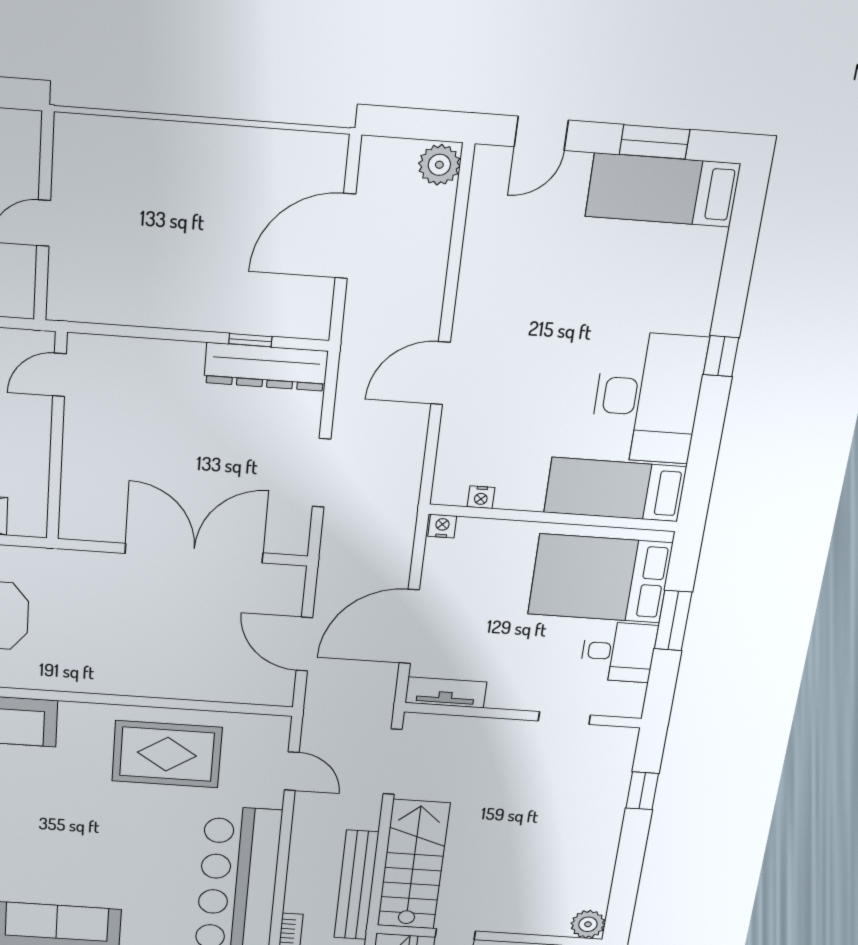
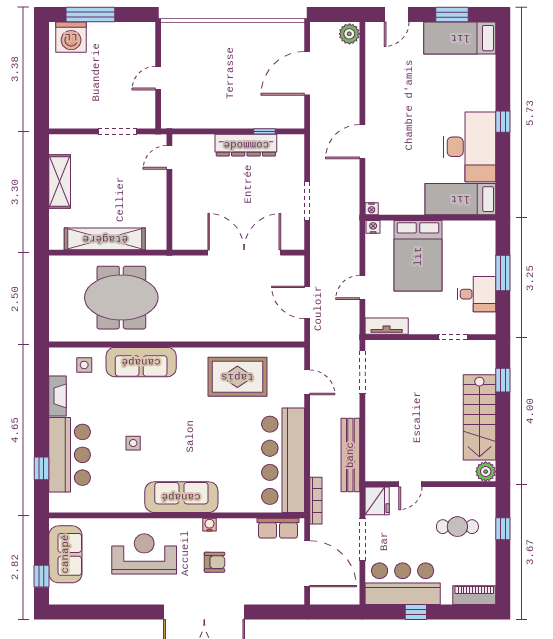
dresser: (266, 367) -> (246, 145), moved
nightstand: (481, 497) -> (372, 209), moved
bed: (600, 579) -> (418, 256), moved, turned -90
door: (409, 627) -> (362, 287), width x0.53
stairs: (413, 865) -> (479, 417), moved, turned 180

